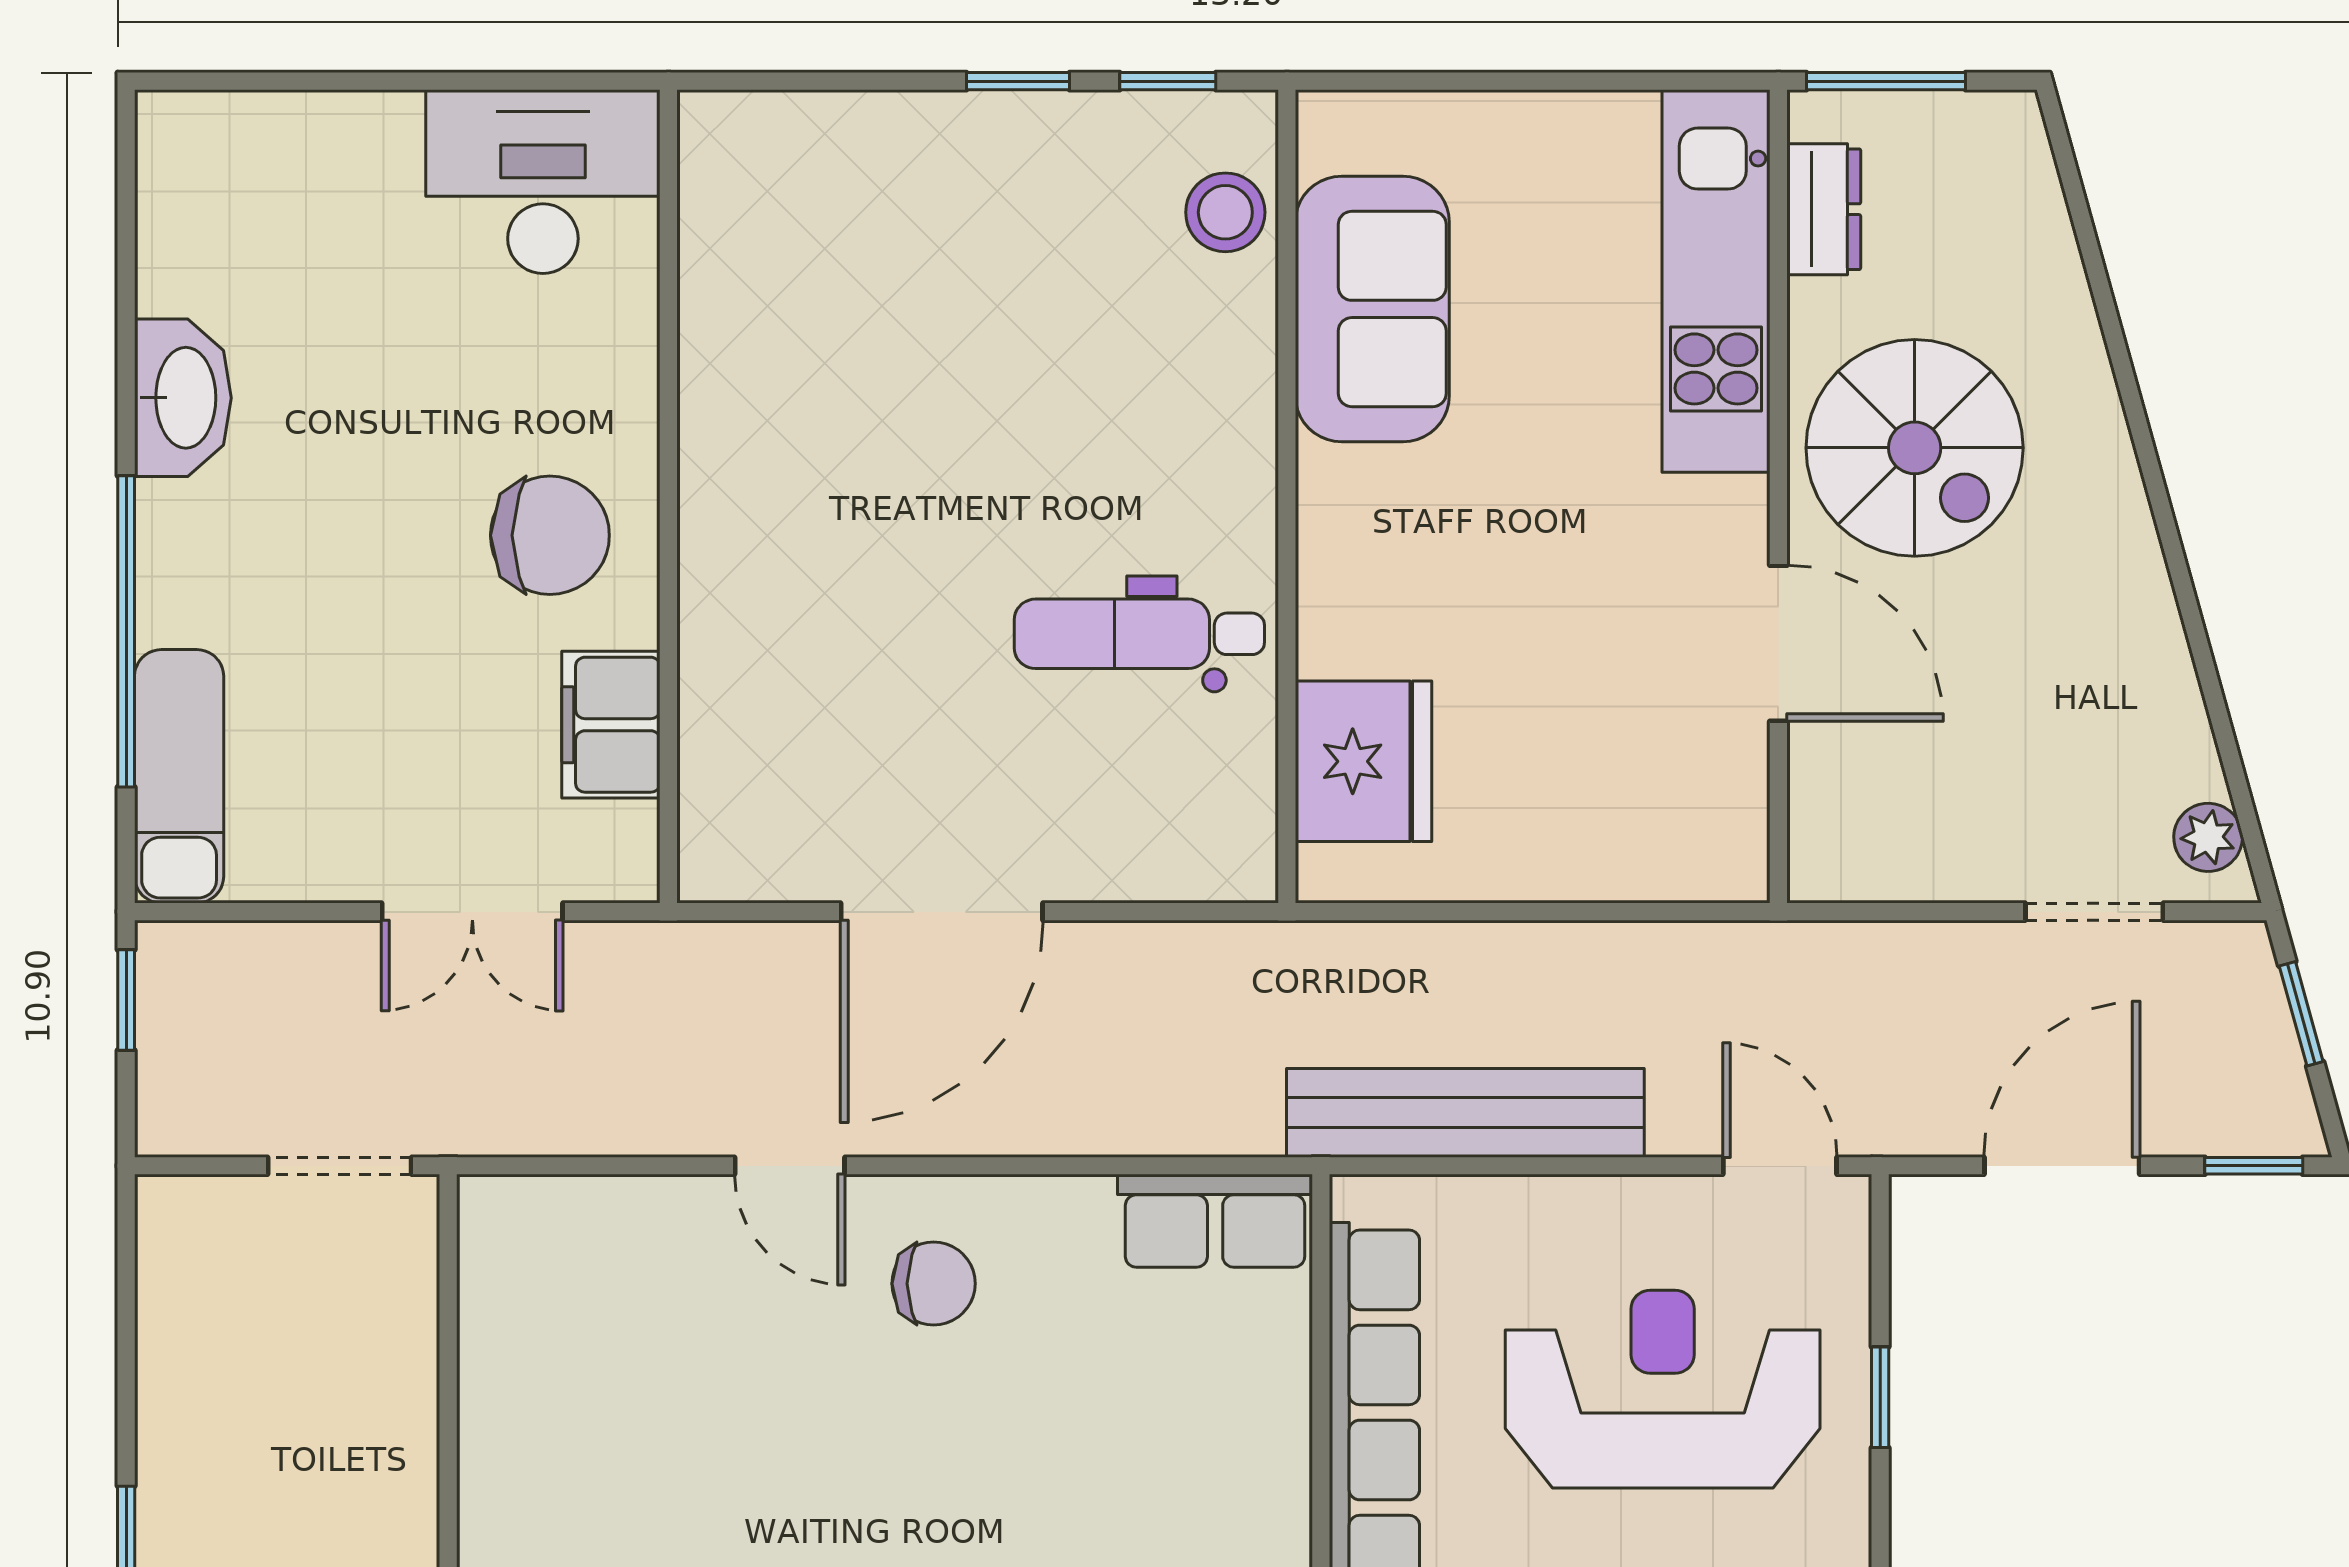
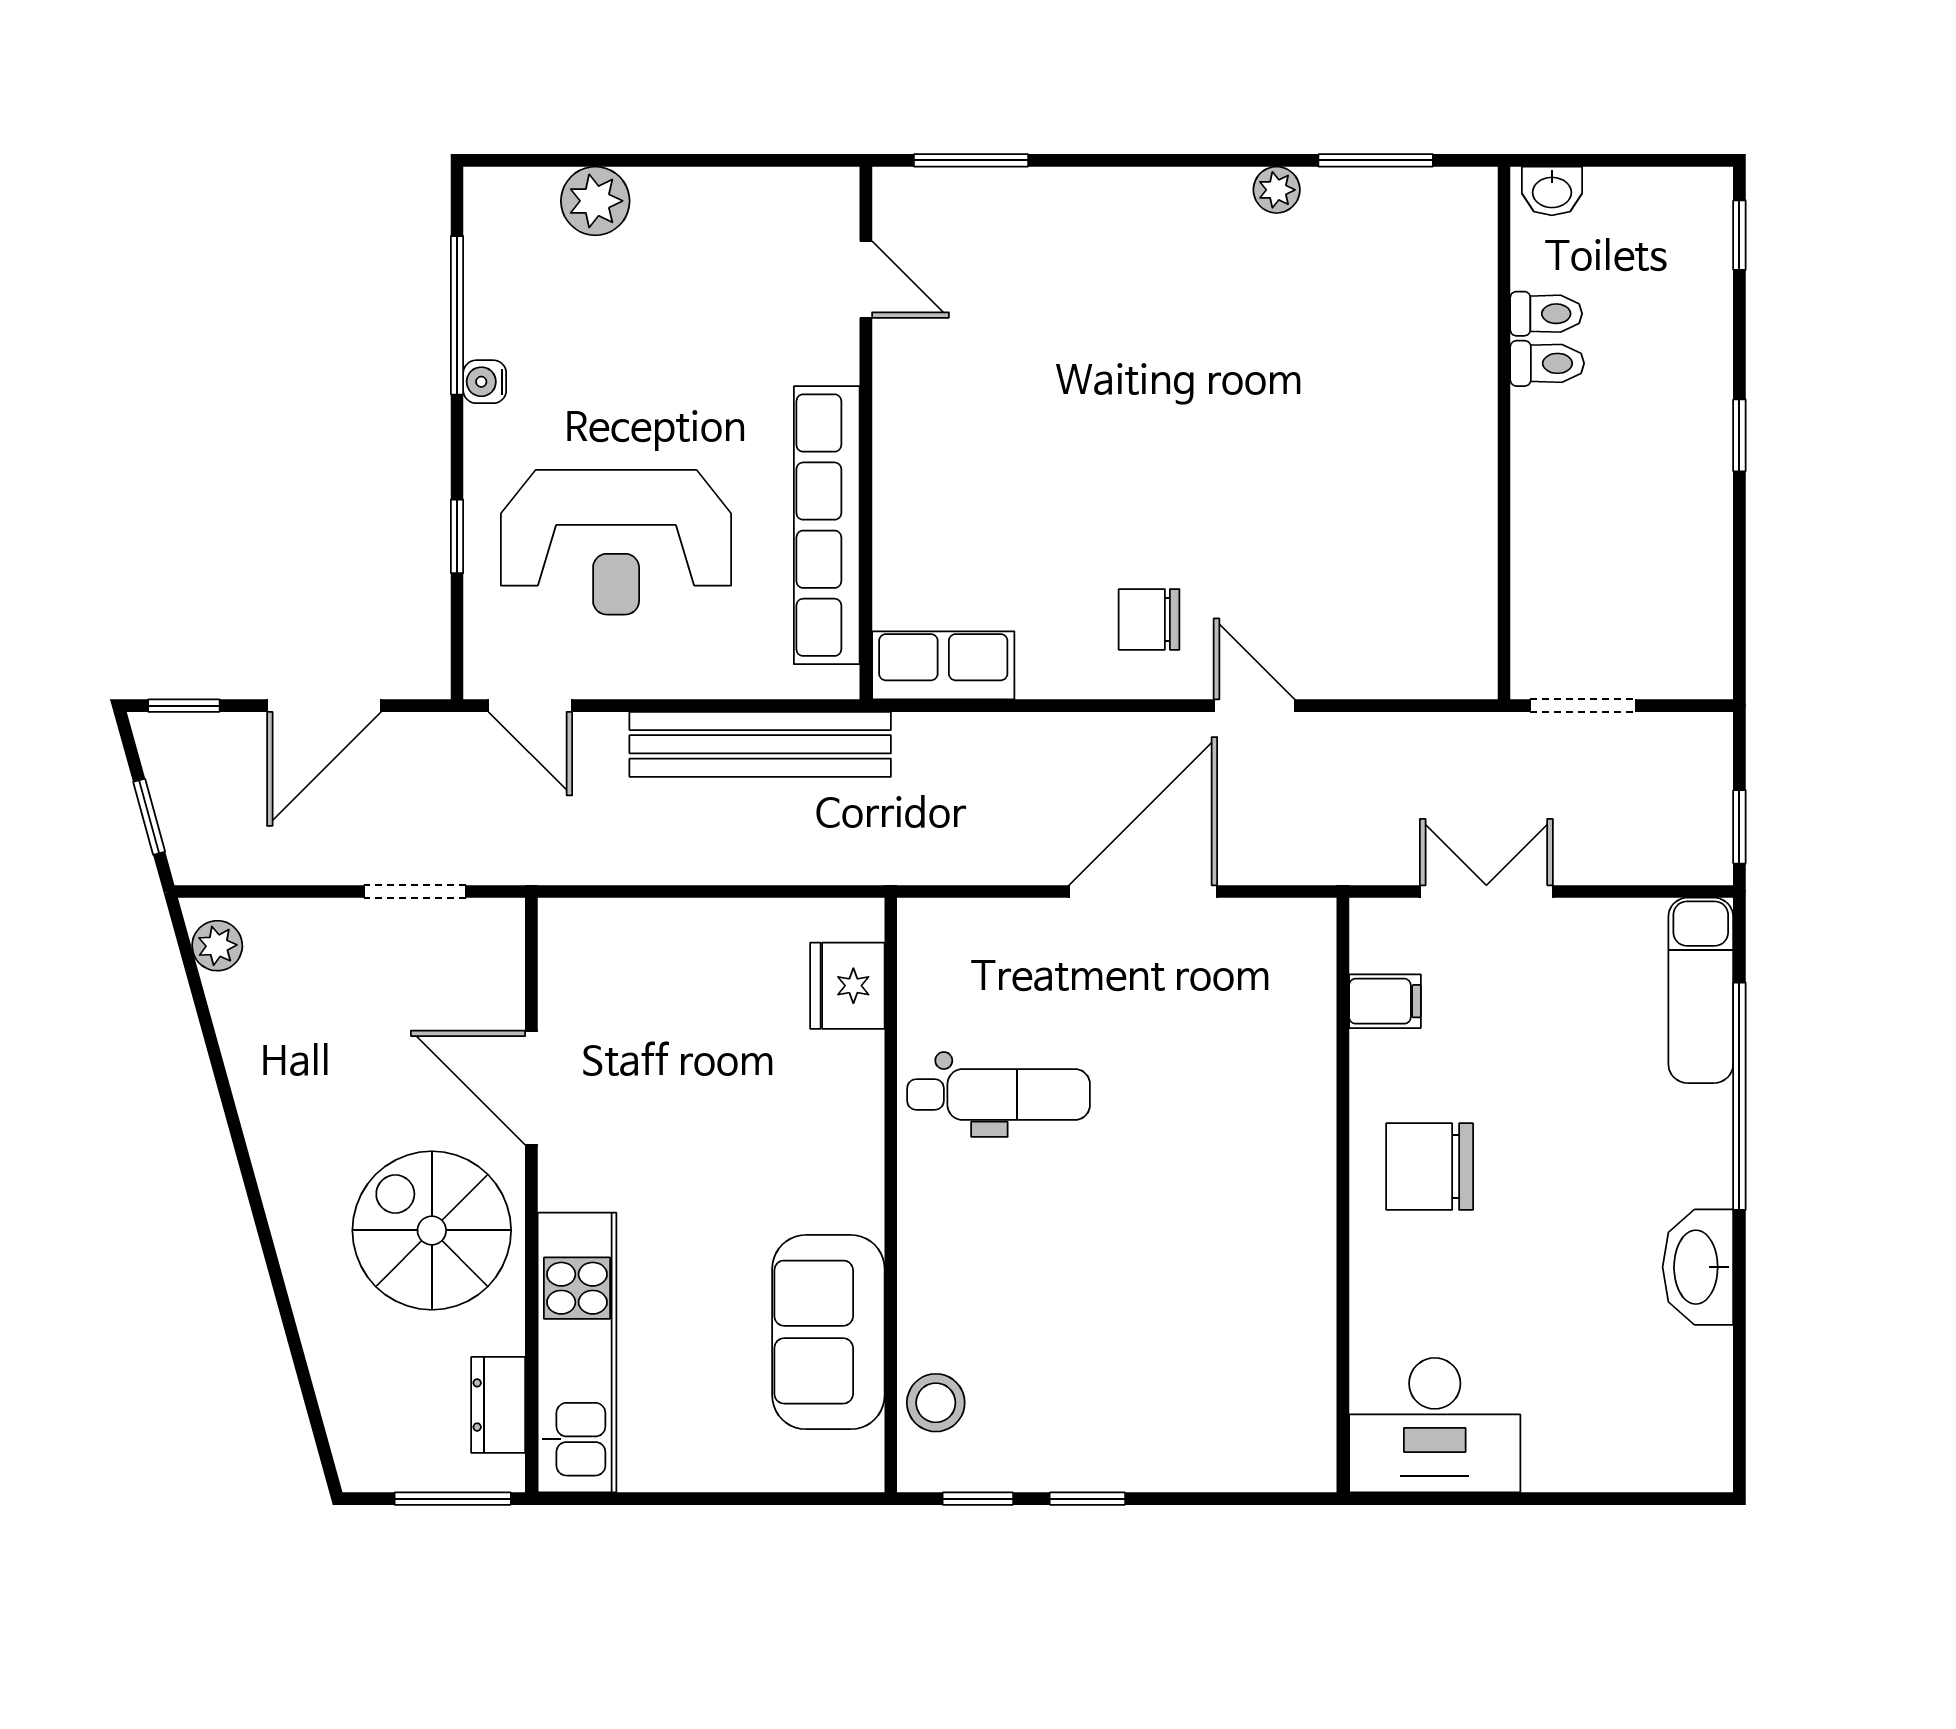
filing cabinet: (611, 725) -> (1385, 1001), width x0.50
fridge: (1364, 761) -> (847, 986), width x0.73, depth x0.75
doorway: (2094, 912) -> (415, 891), moved

